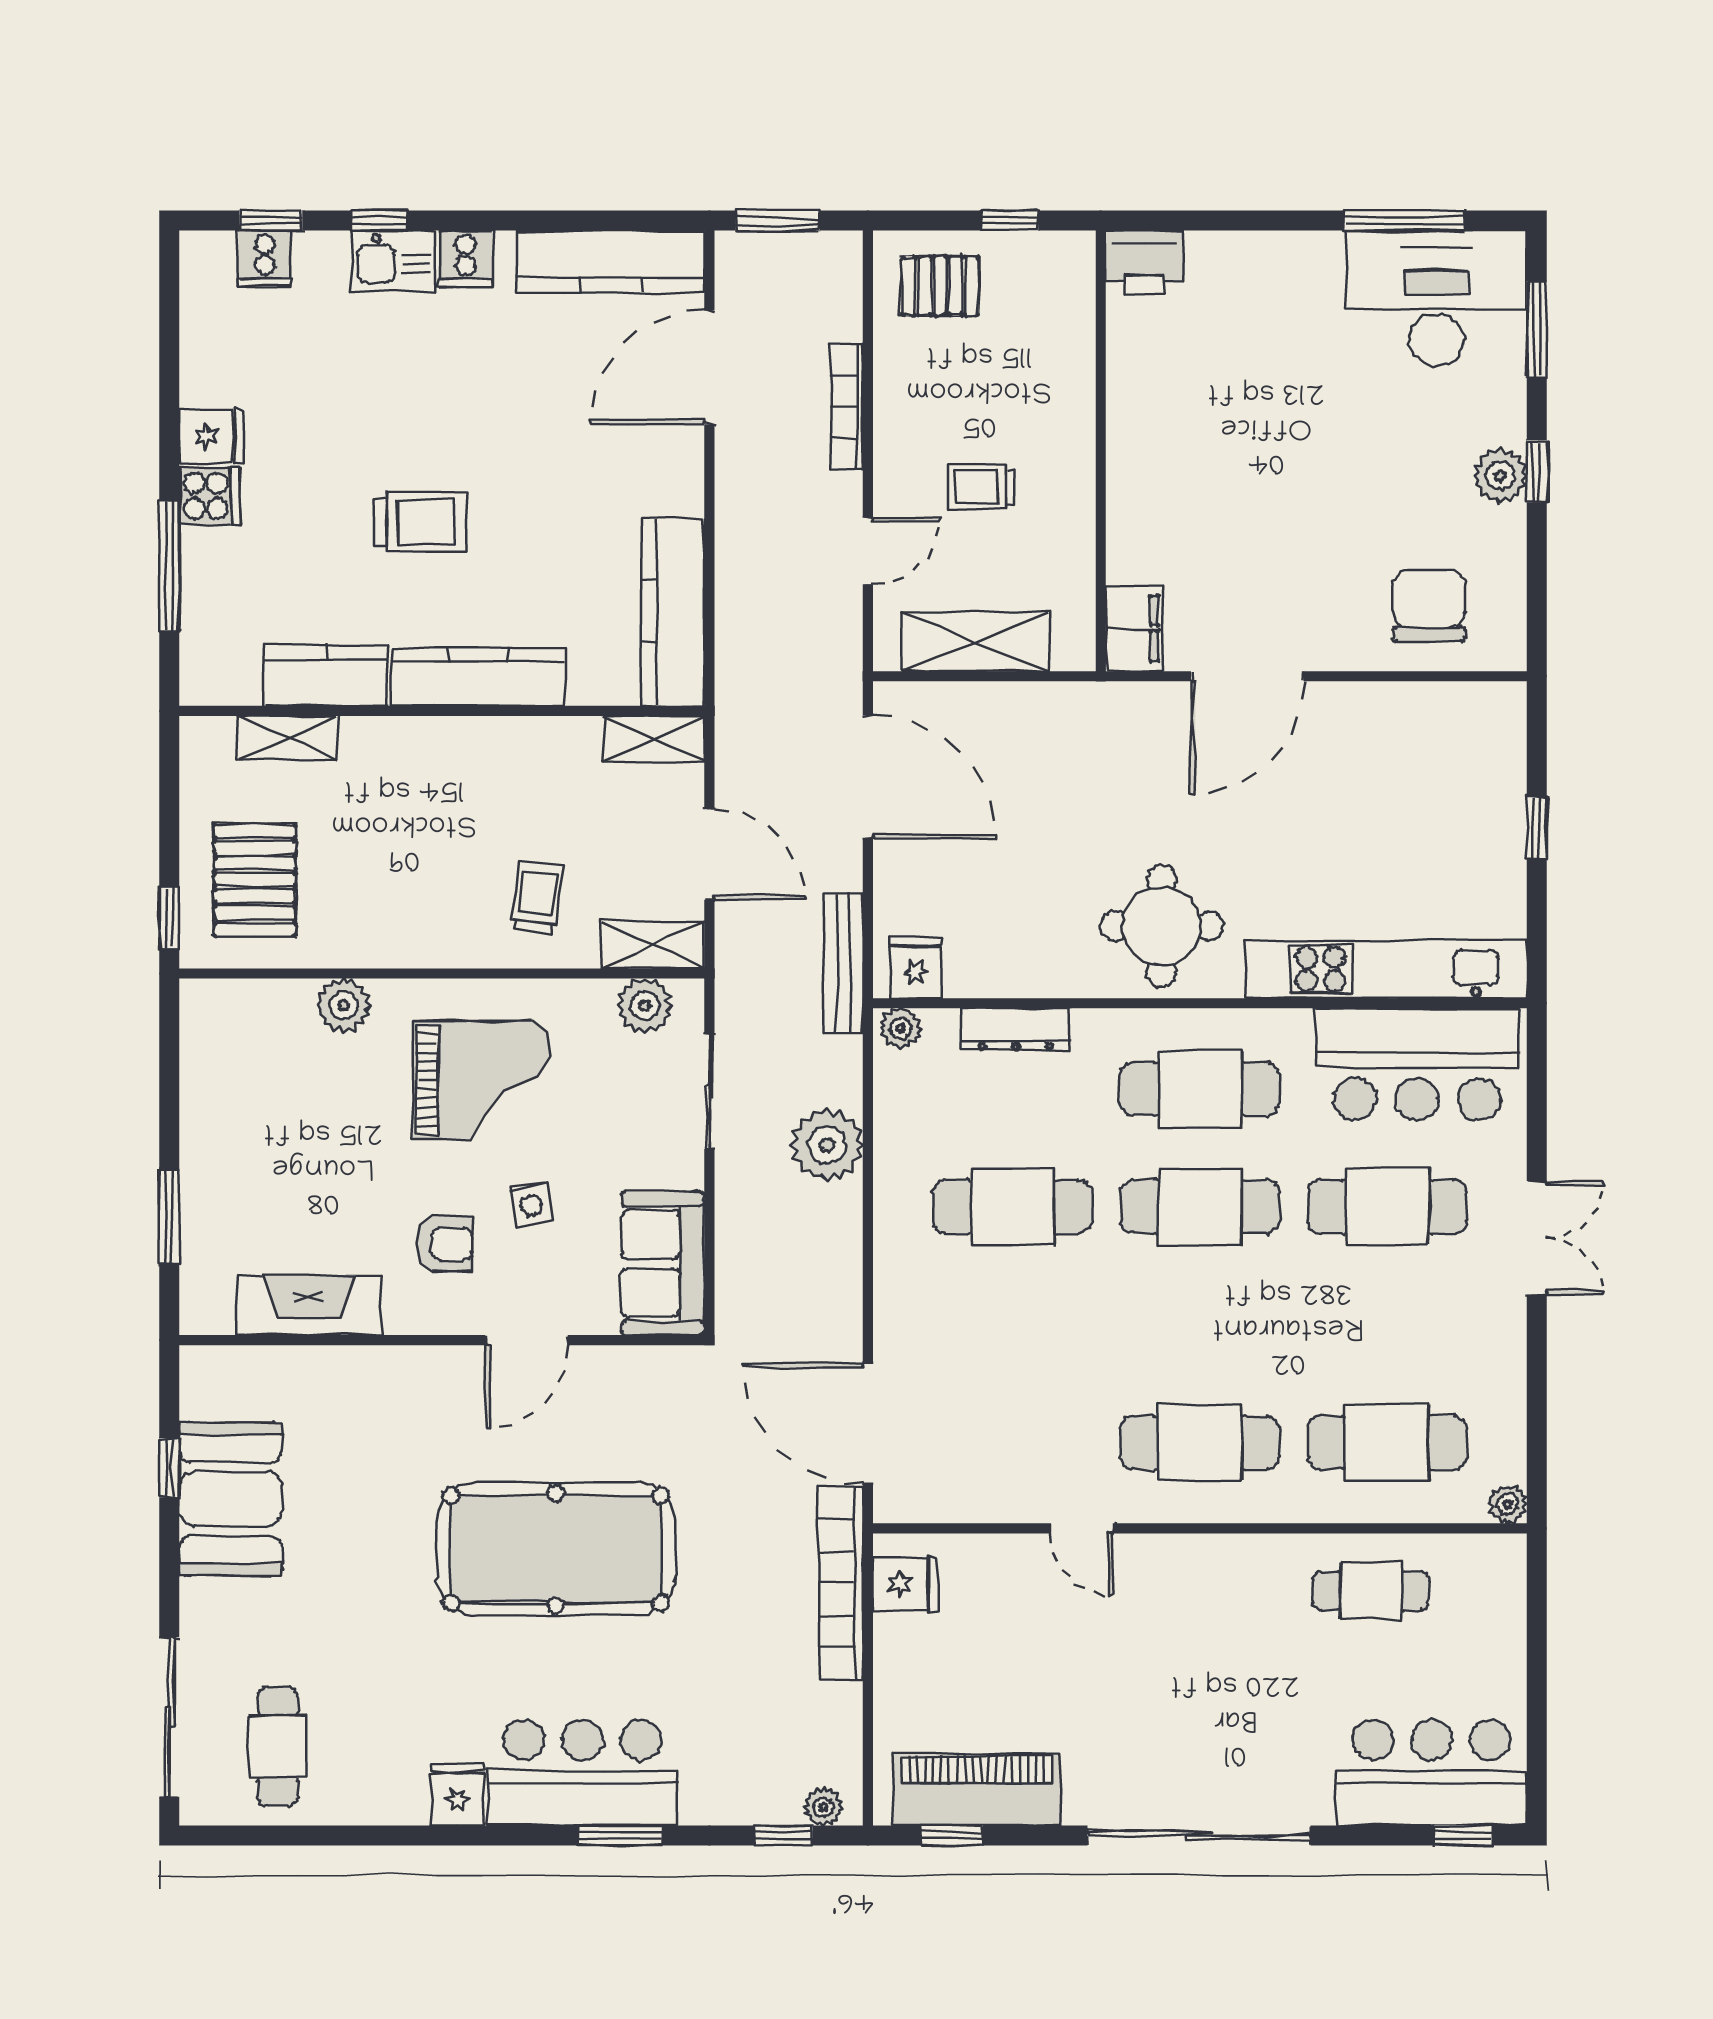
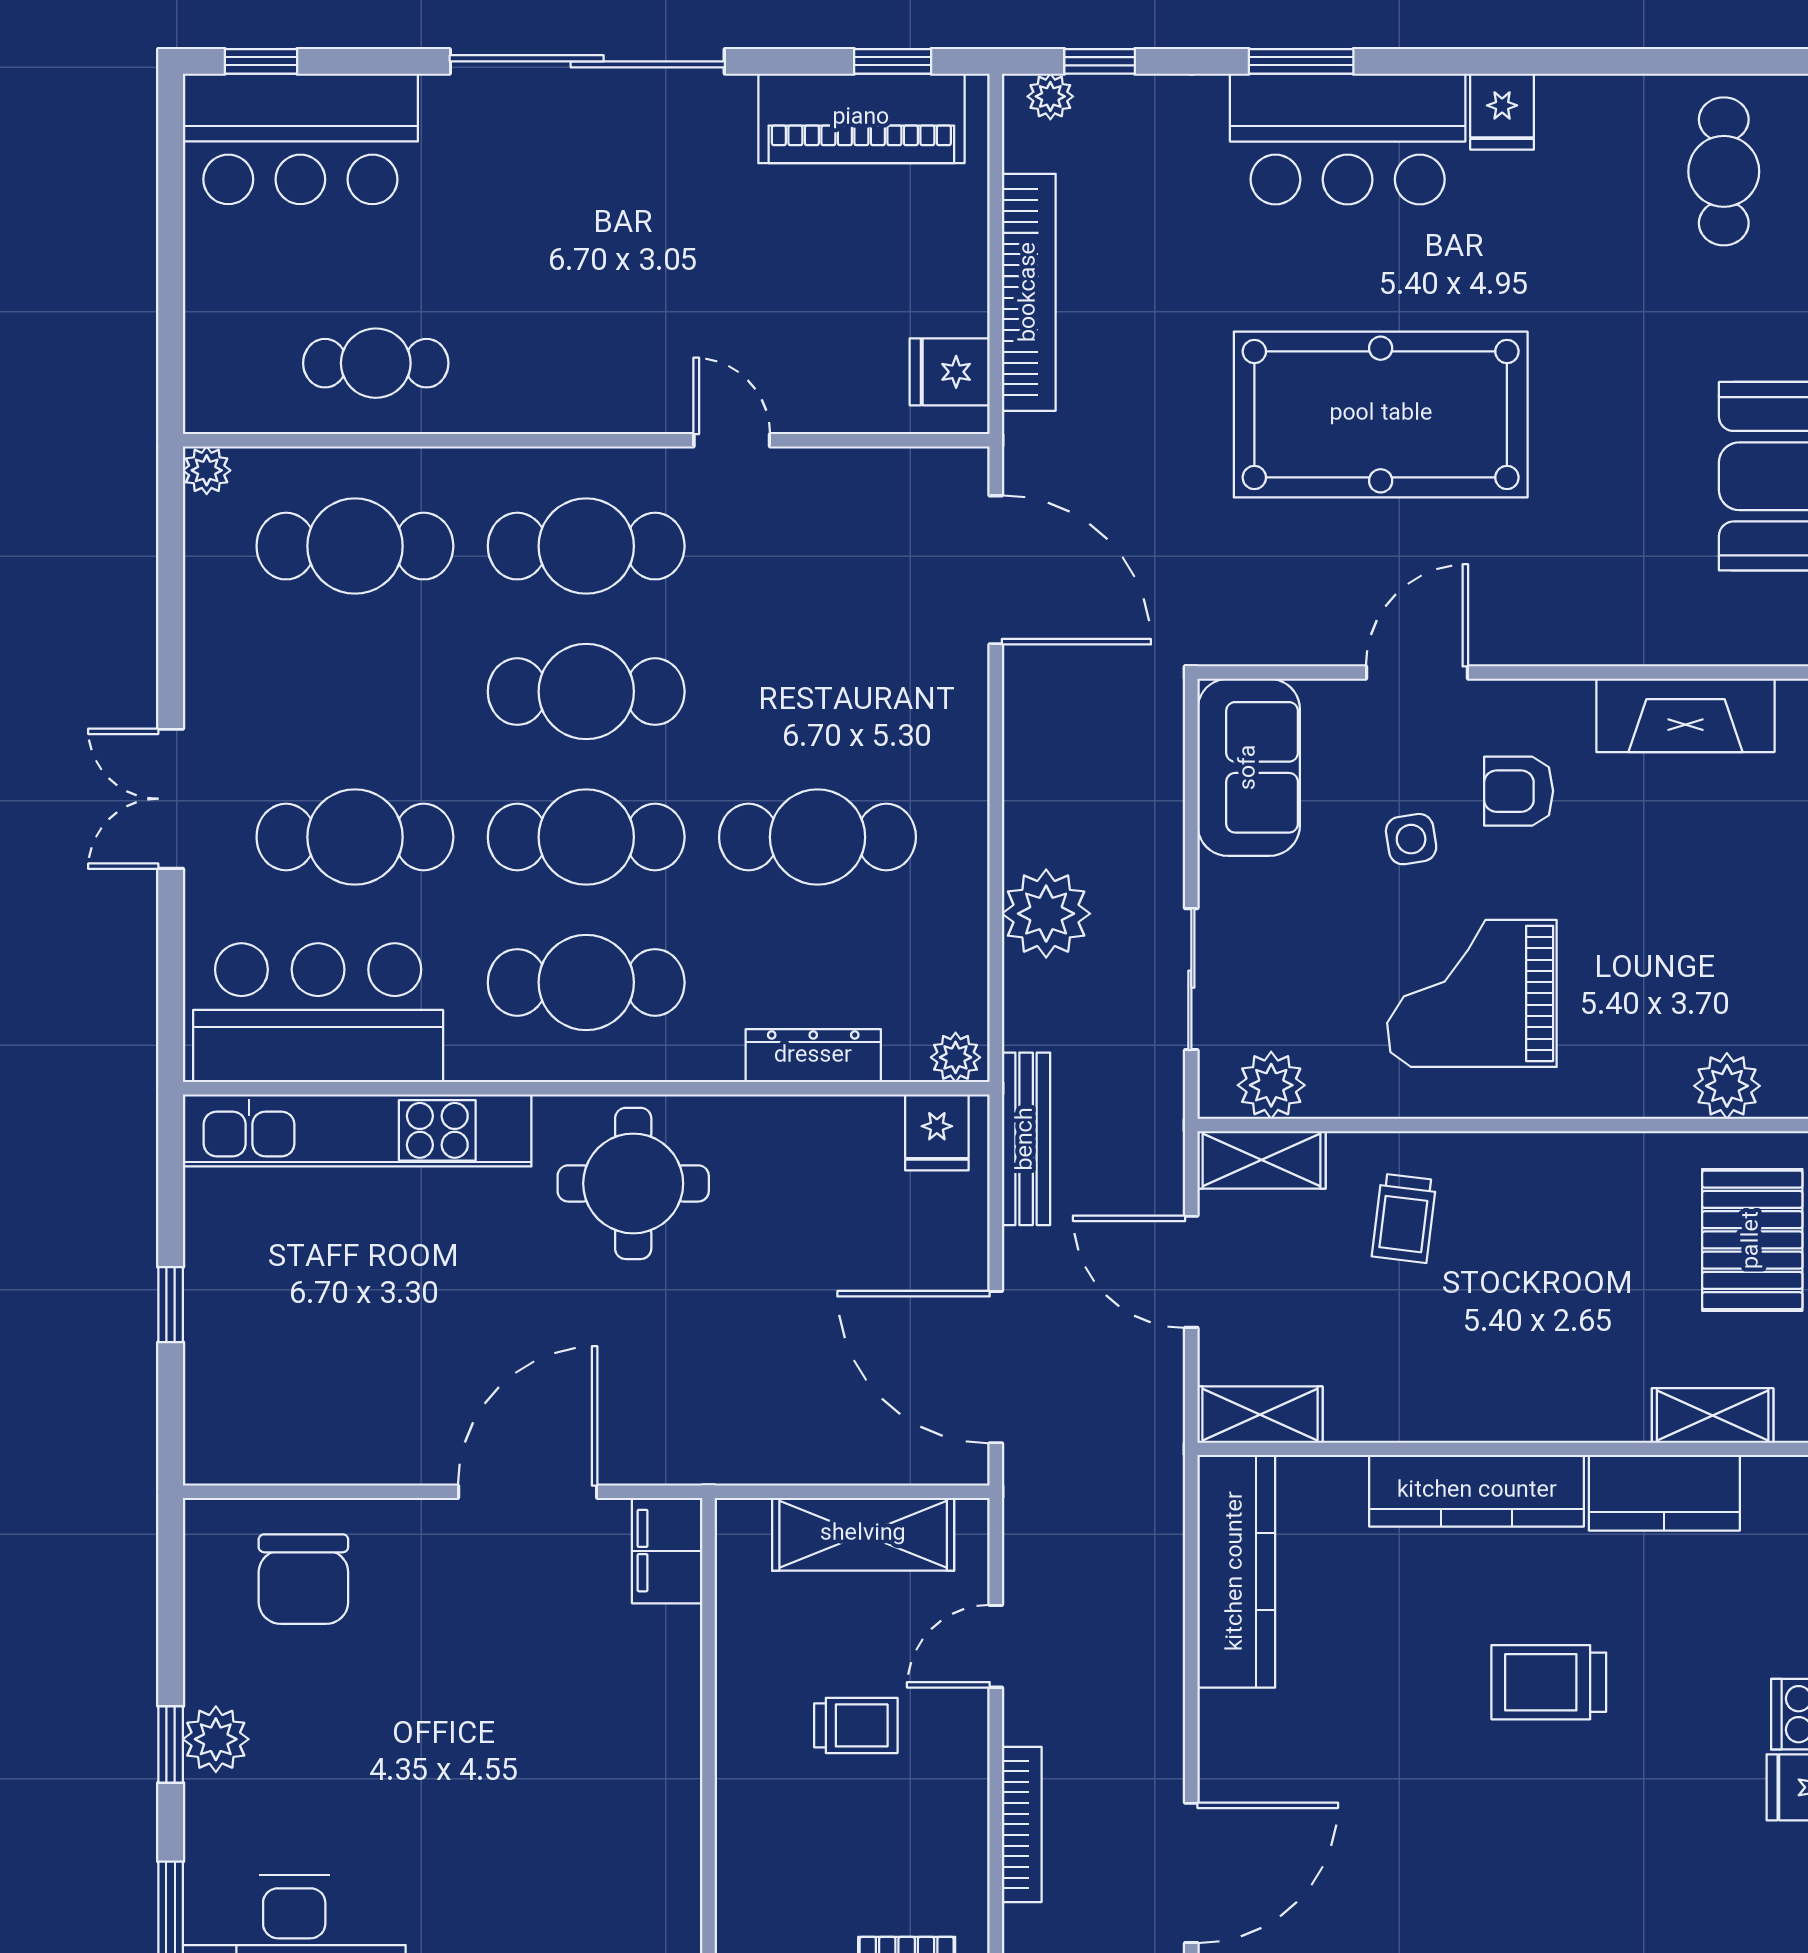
plant: (344, 1005) -> (1727, 1086), moved
cafe table: (1200, 1325) -> (586, 692), added
bookcase: (841, 1583) -> (1029, 292), moved

